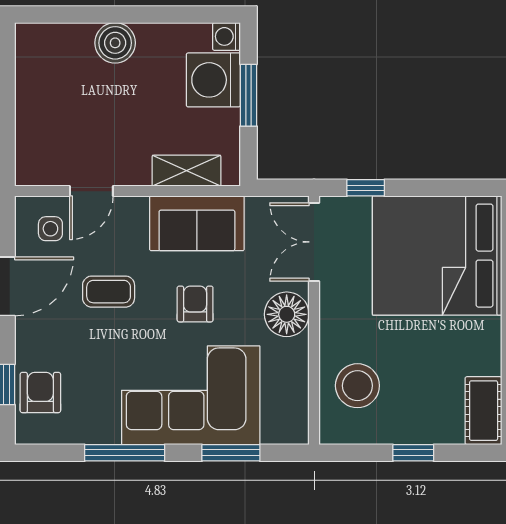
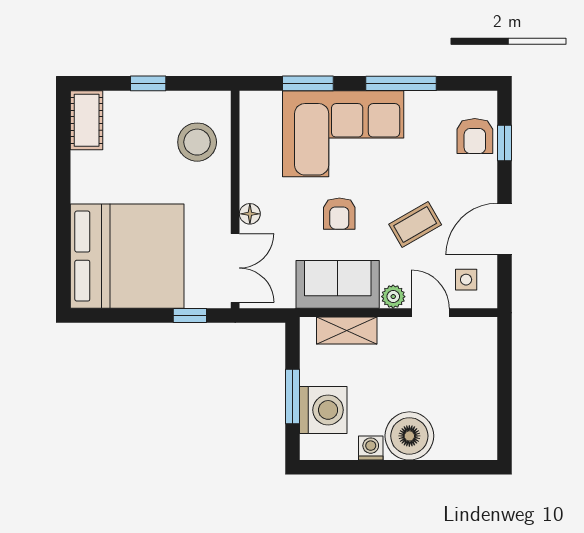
washing machine: (226, 36) -> (371, 448), moved, turned -90
boiler: (115, 43) -> (409, 436), width x1.37, depth x1.37
door: (91, 191) -> (430, 313), hinge flipped
plant: (134, 209) -> (393, 297), added
coffee table: (109, 292) -> (415, 225), turned -30
floor lamp: (287, 314) -> (250, 214), width x0.53, depth x0.53

